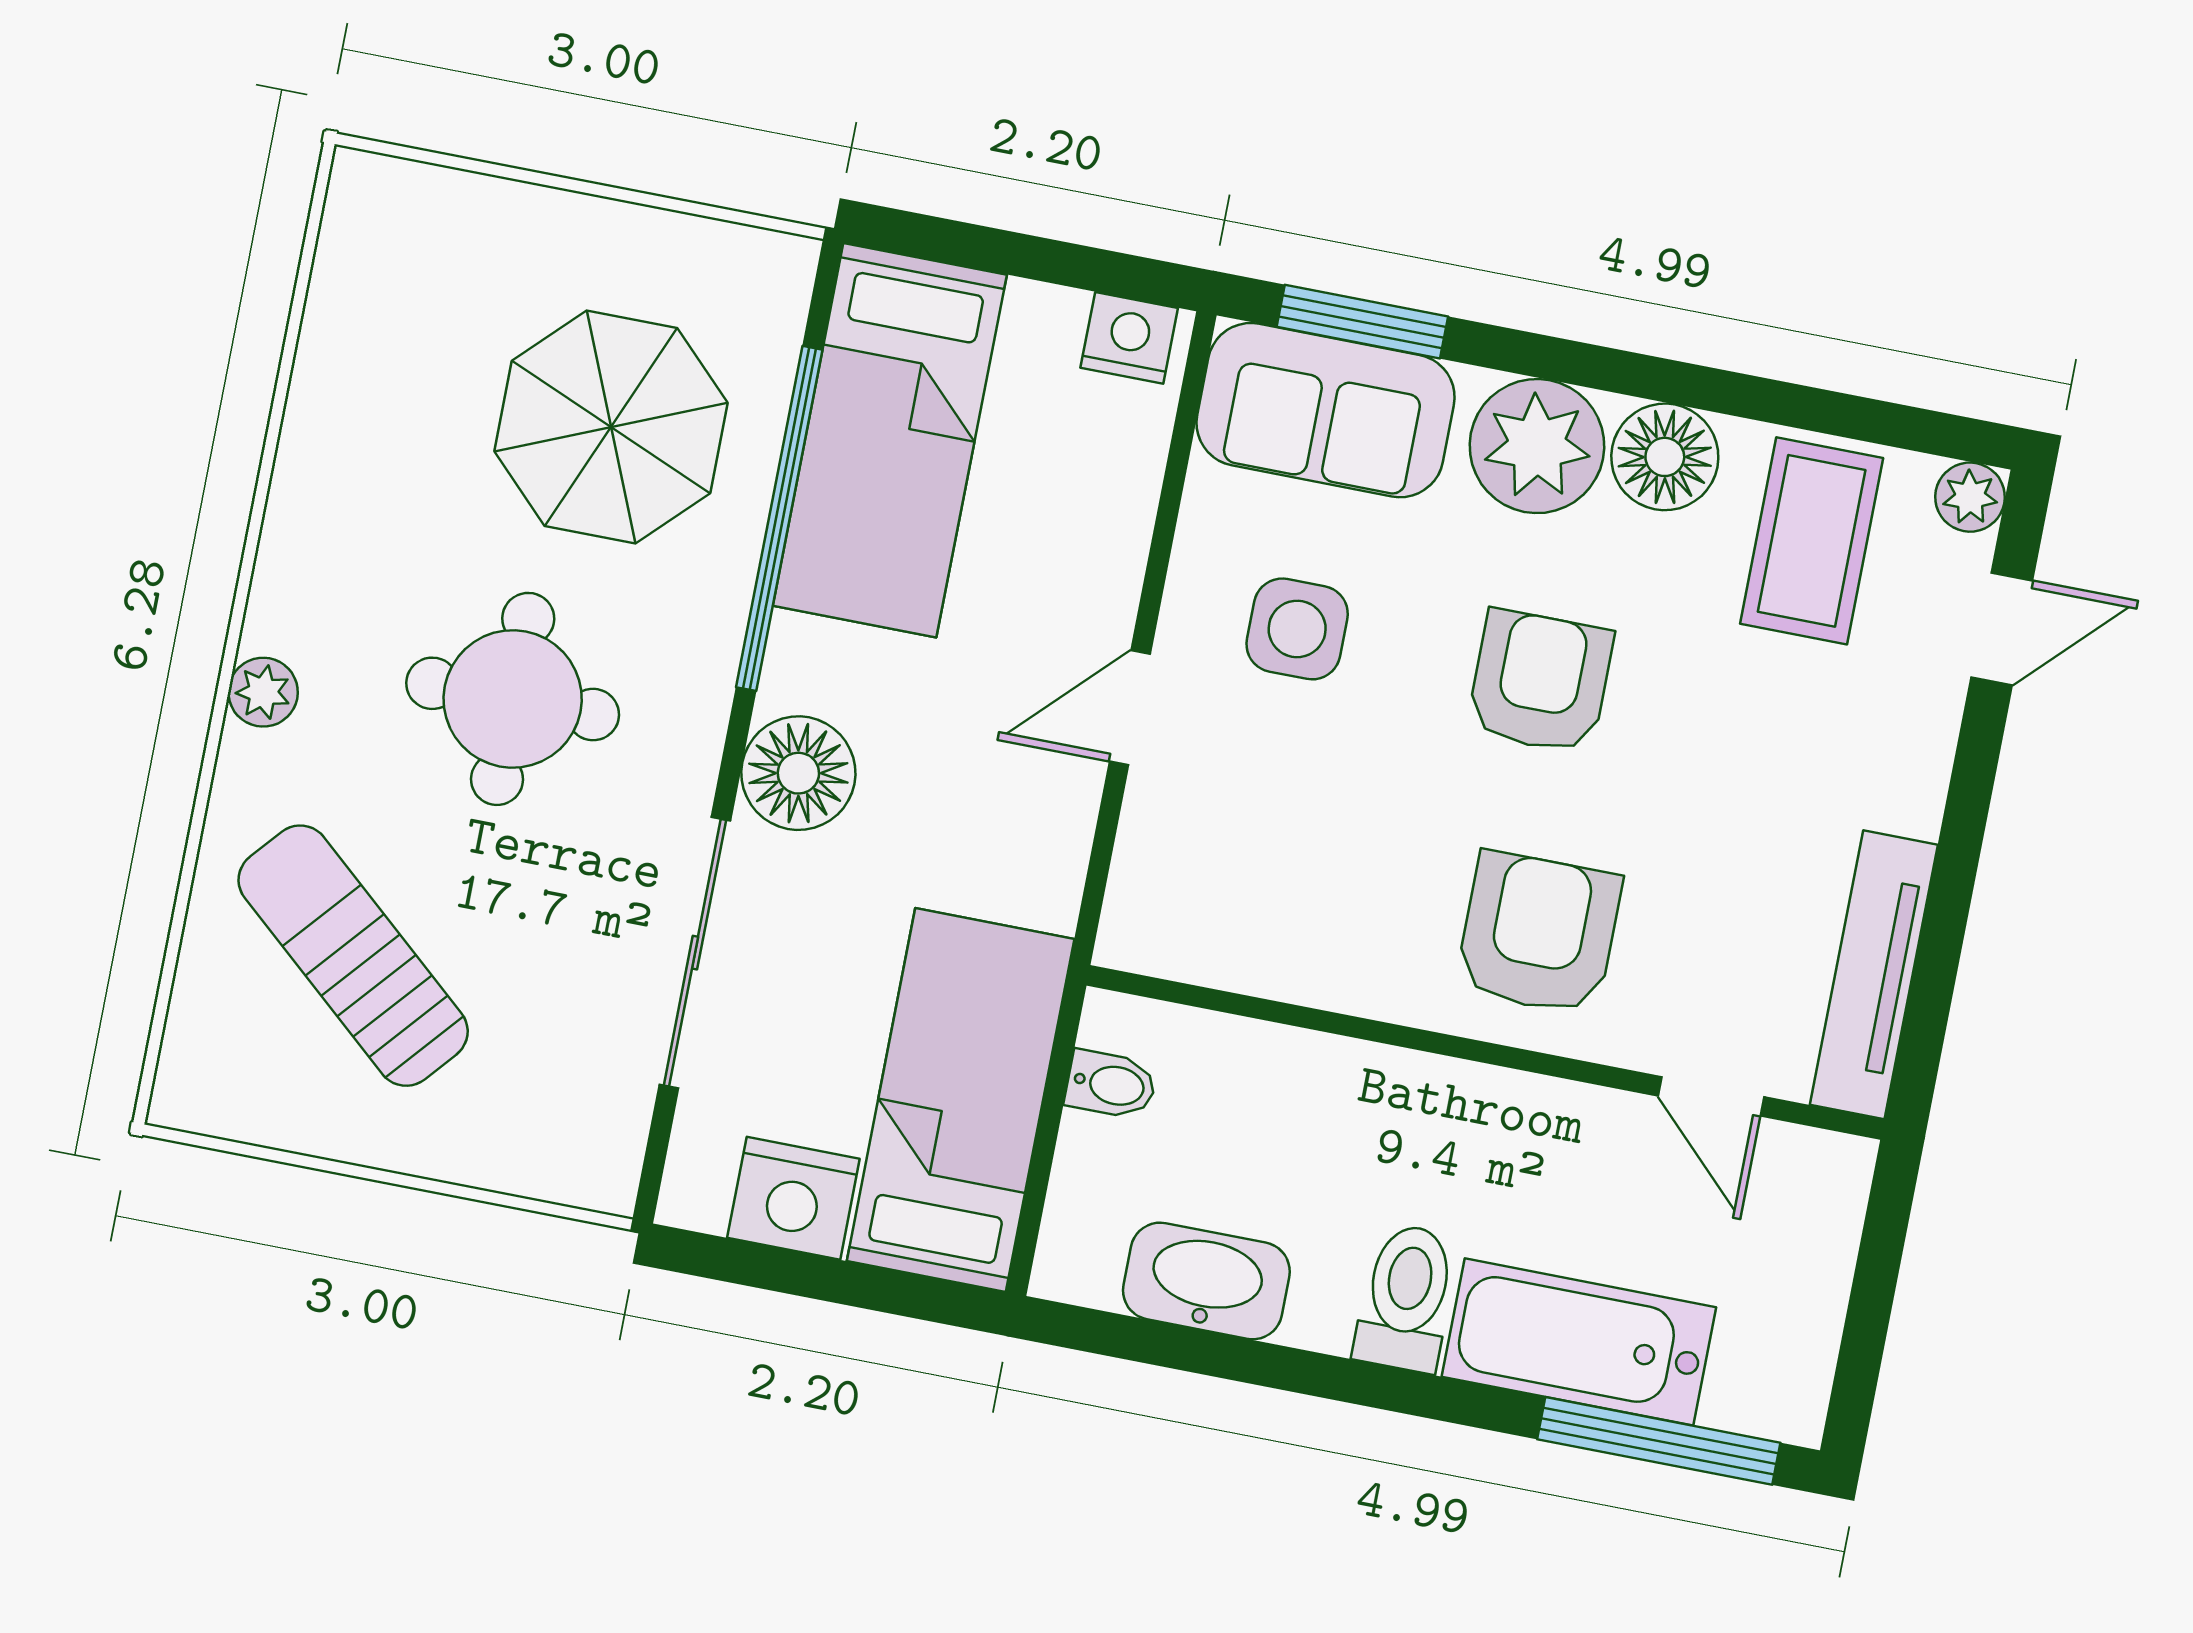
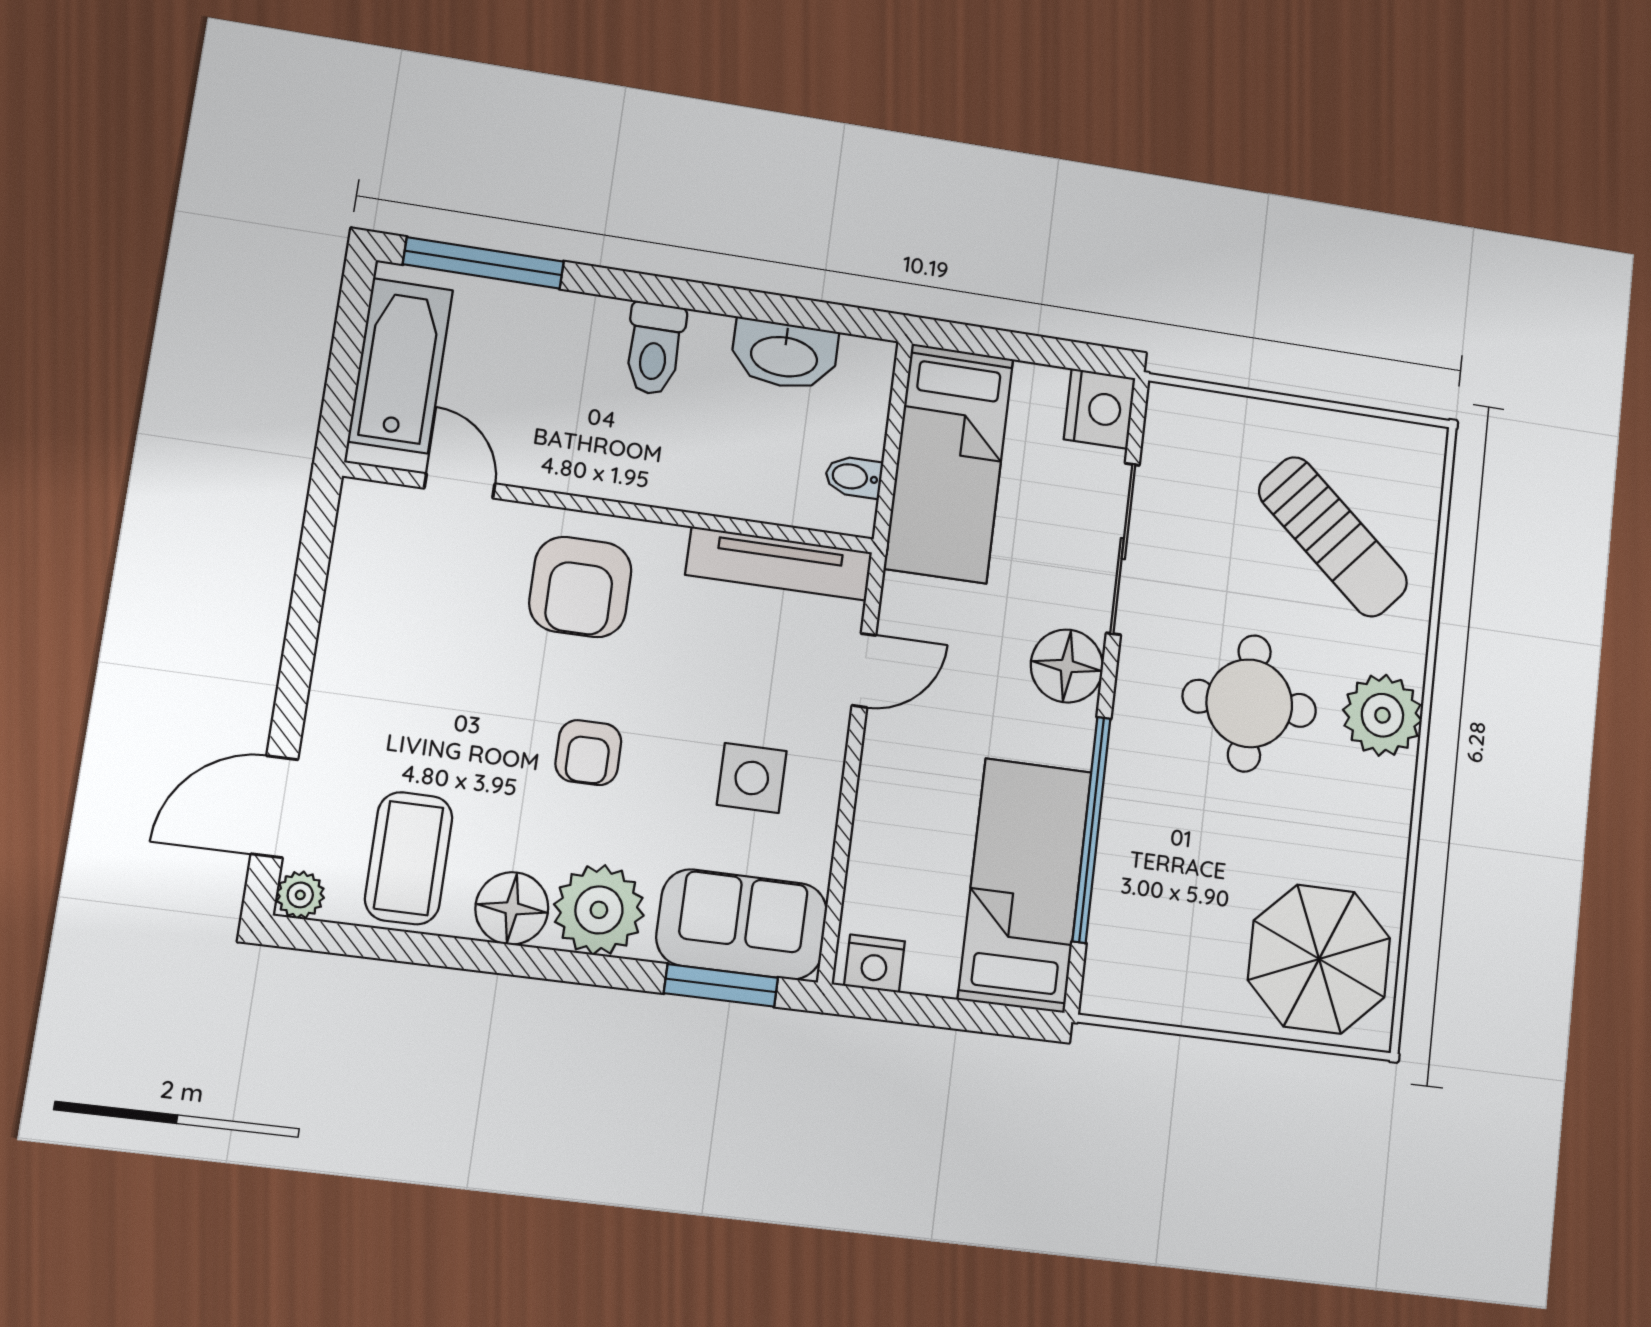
parasol: (611, 427) -> (1319, 959), moved
door: (2002, 629) -> (275, 807), width x1.38
armchair: (1540, 682) -> (588, 753), width x0.72, depth x0.72
plant: (263, 692) -> (1382, 715), width x1.87, depth x1.87
door: (1130, 708) -> (864, 670), moved
tv unit: (1874, 975) -> (779, 564), moved, turned 90
nightstand: (793, 1198) -> (1100, 409), moved, turned 90
bathtub: (1579, 1342) -> (400, 366), moved, turned -90

